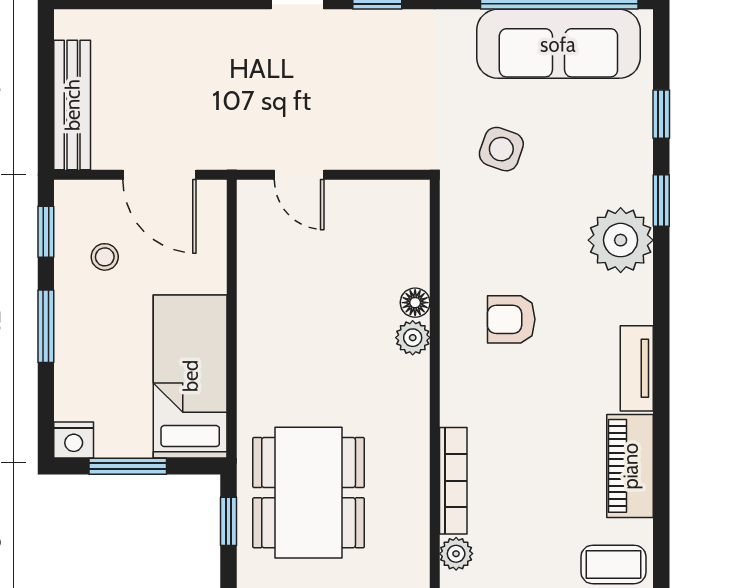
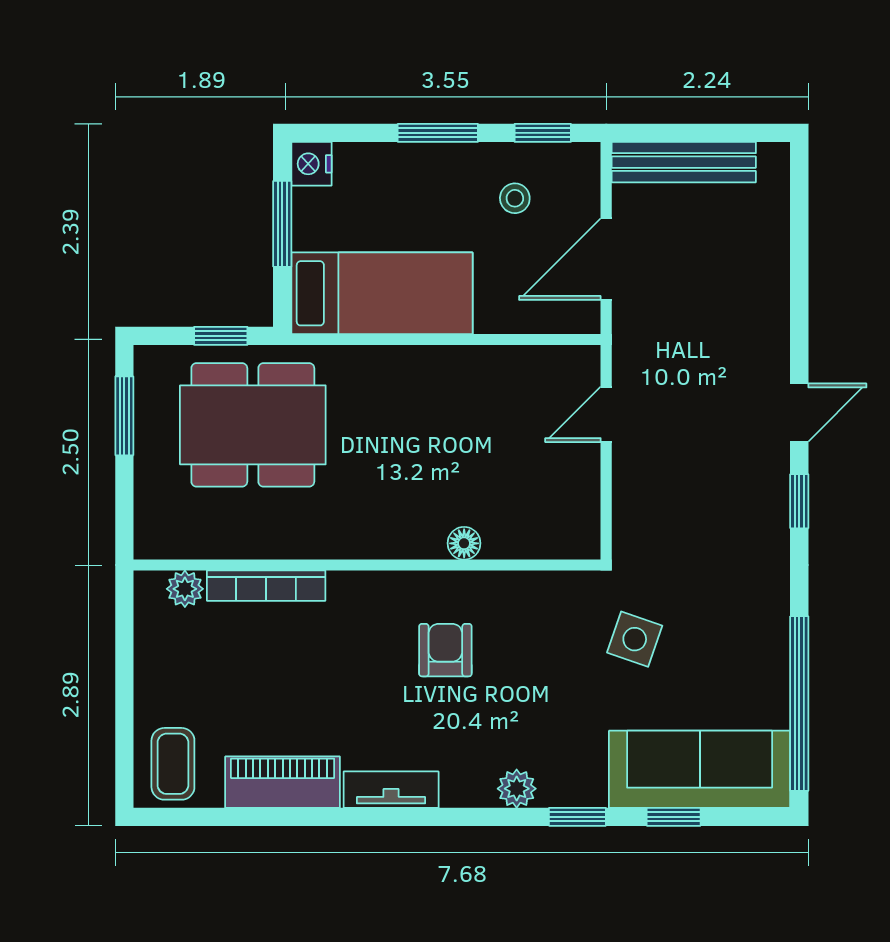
sofa: (558, 44) -> (700, 769), moved, turned 90
plant: (621, 240) -> (517, 789), width x0.53, depth x0.53
plant: (413, 338) -> (425, 541), removed

